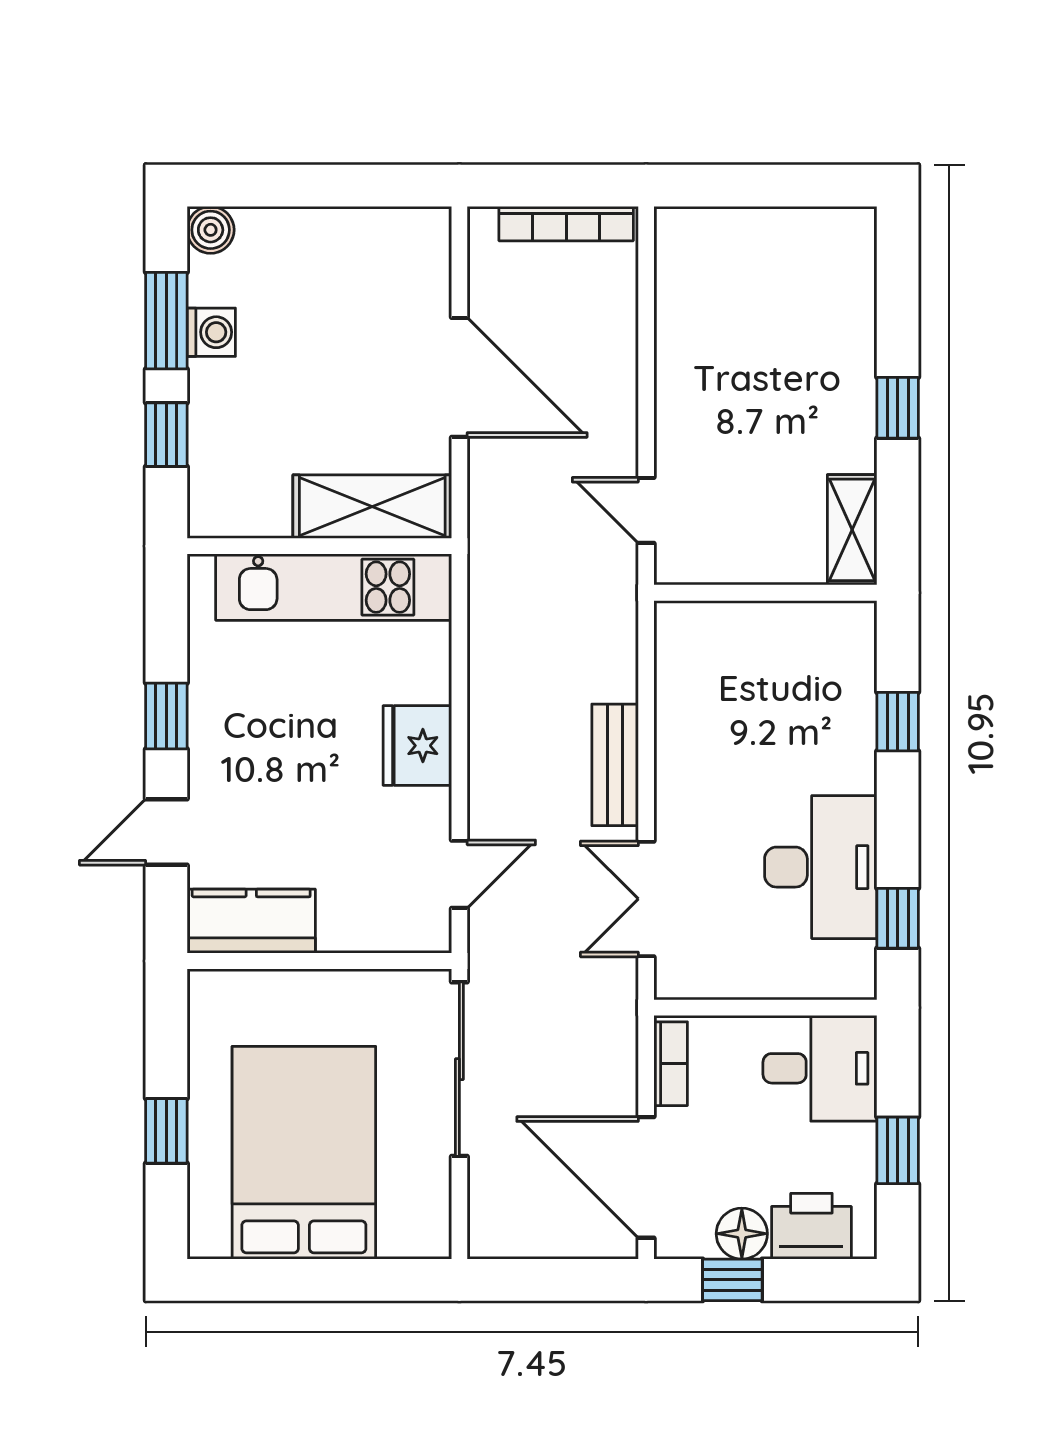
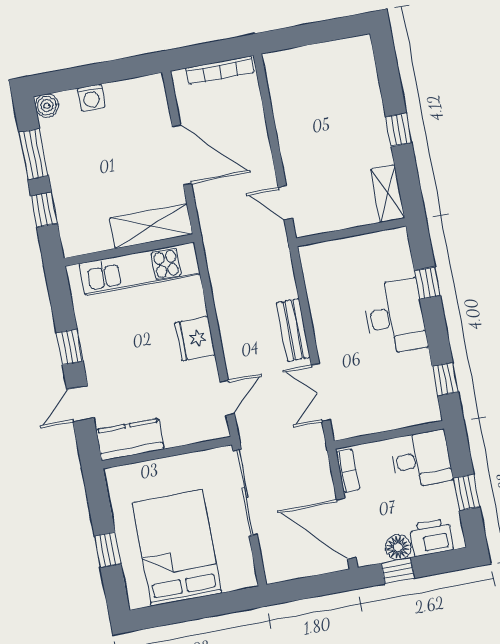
washing machine: (211, 332) -> (91, 98), moved, turned 90
desk: (821, 867) -> (395, 317), moved

